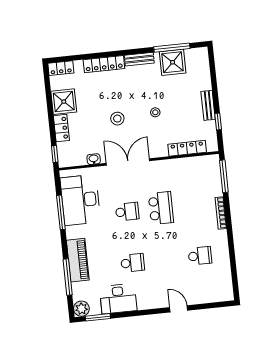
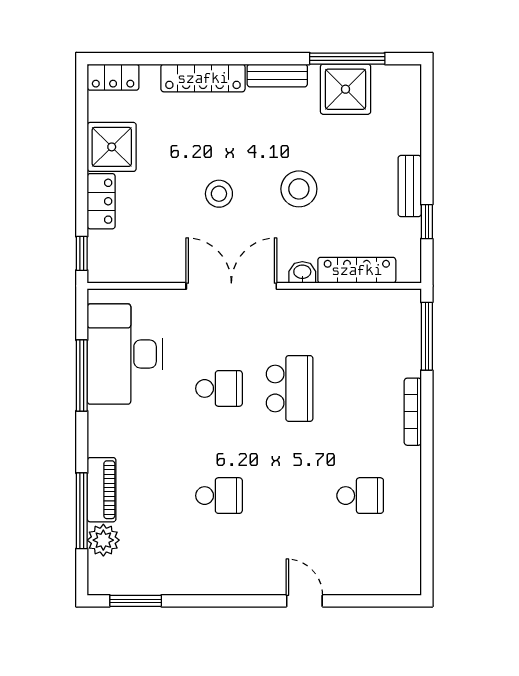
stool: (155, 112) -> (299, 189), width x1.89, depth x1.89
washbasin: (94, 159) -> (302, 272), moved
piano: (78, 260) -> (102, 490), width x0.73, depth x0.75
desk: (118, 299) -> (182, 567), removed
plant: (81, 309) -> (103, 540), moved

